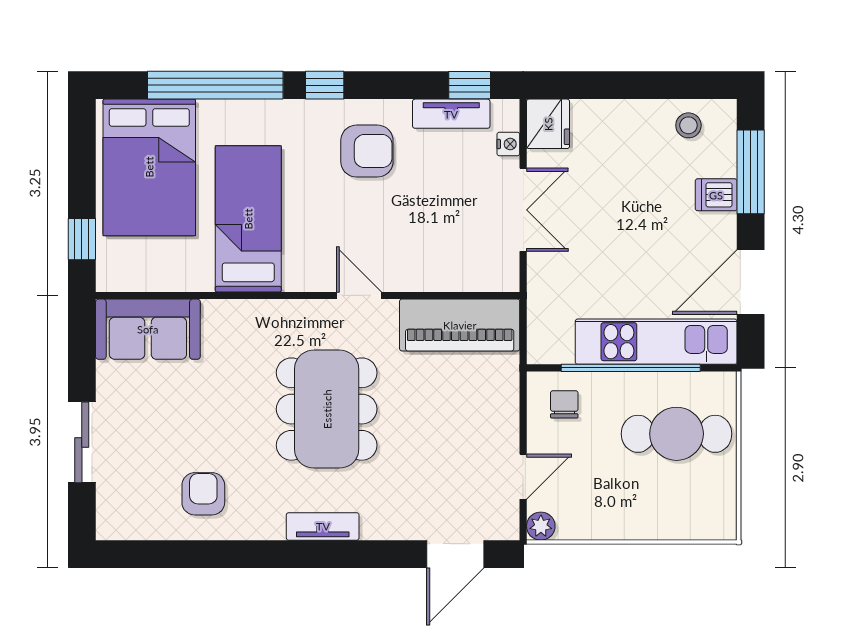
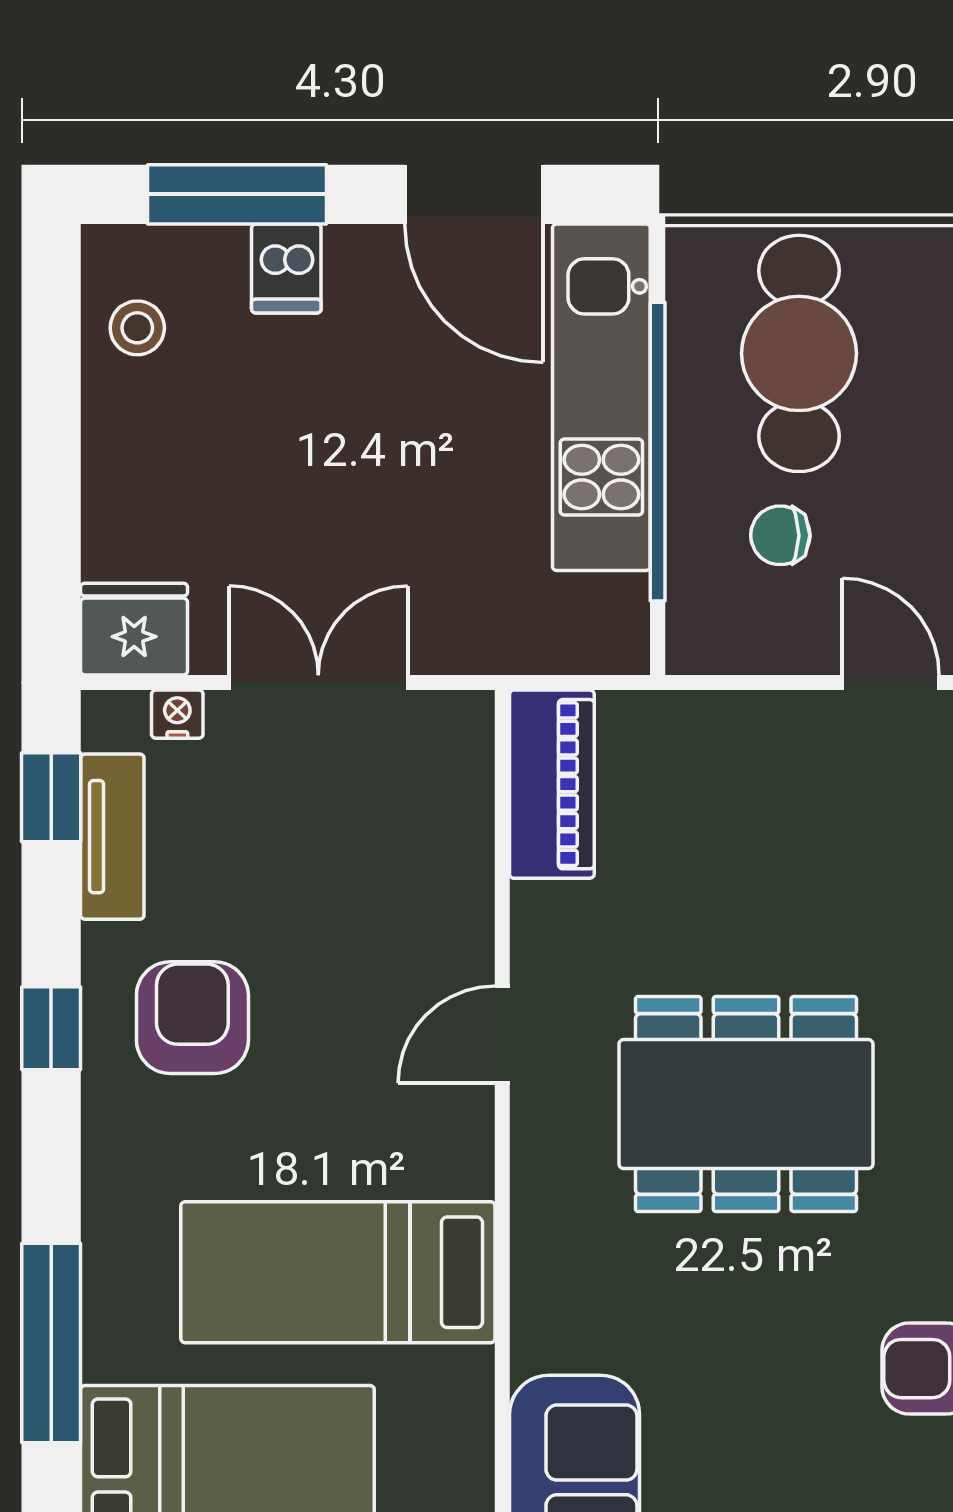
window: (215, 85) -> (51, 1343), width x0.68
window: (325, 85) -> (51, 1028), moved
piano: (460, 325) -> (552, 784), width x0.73, depth x0.75
chair: (564, 404) -> (780, 535), moved

